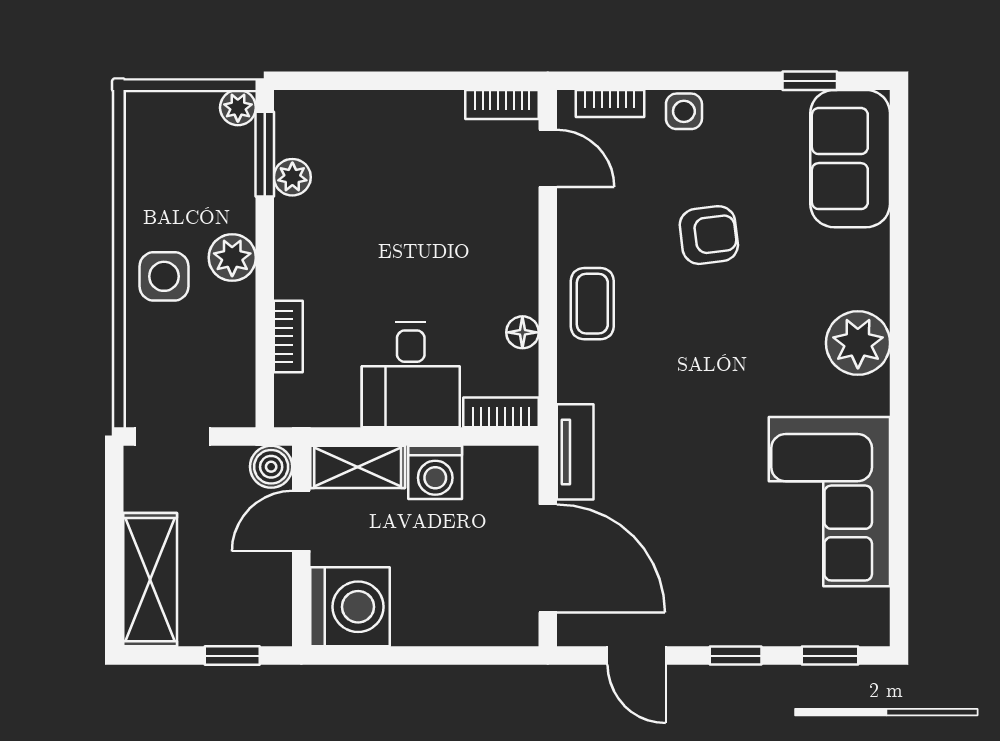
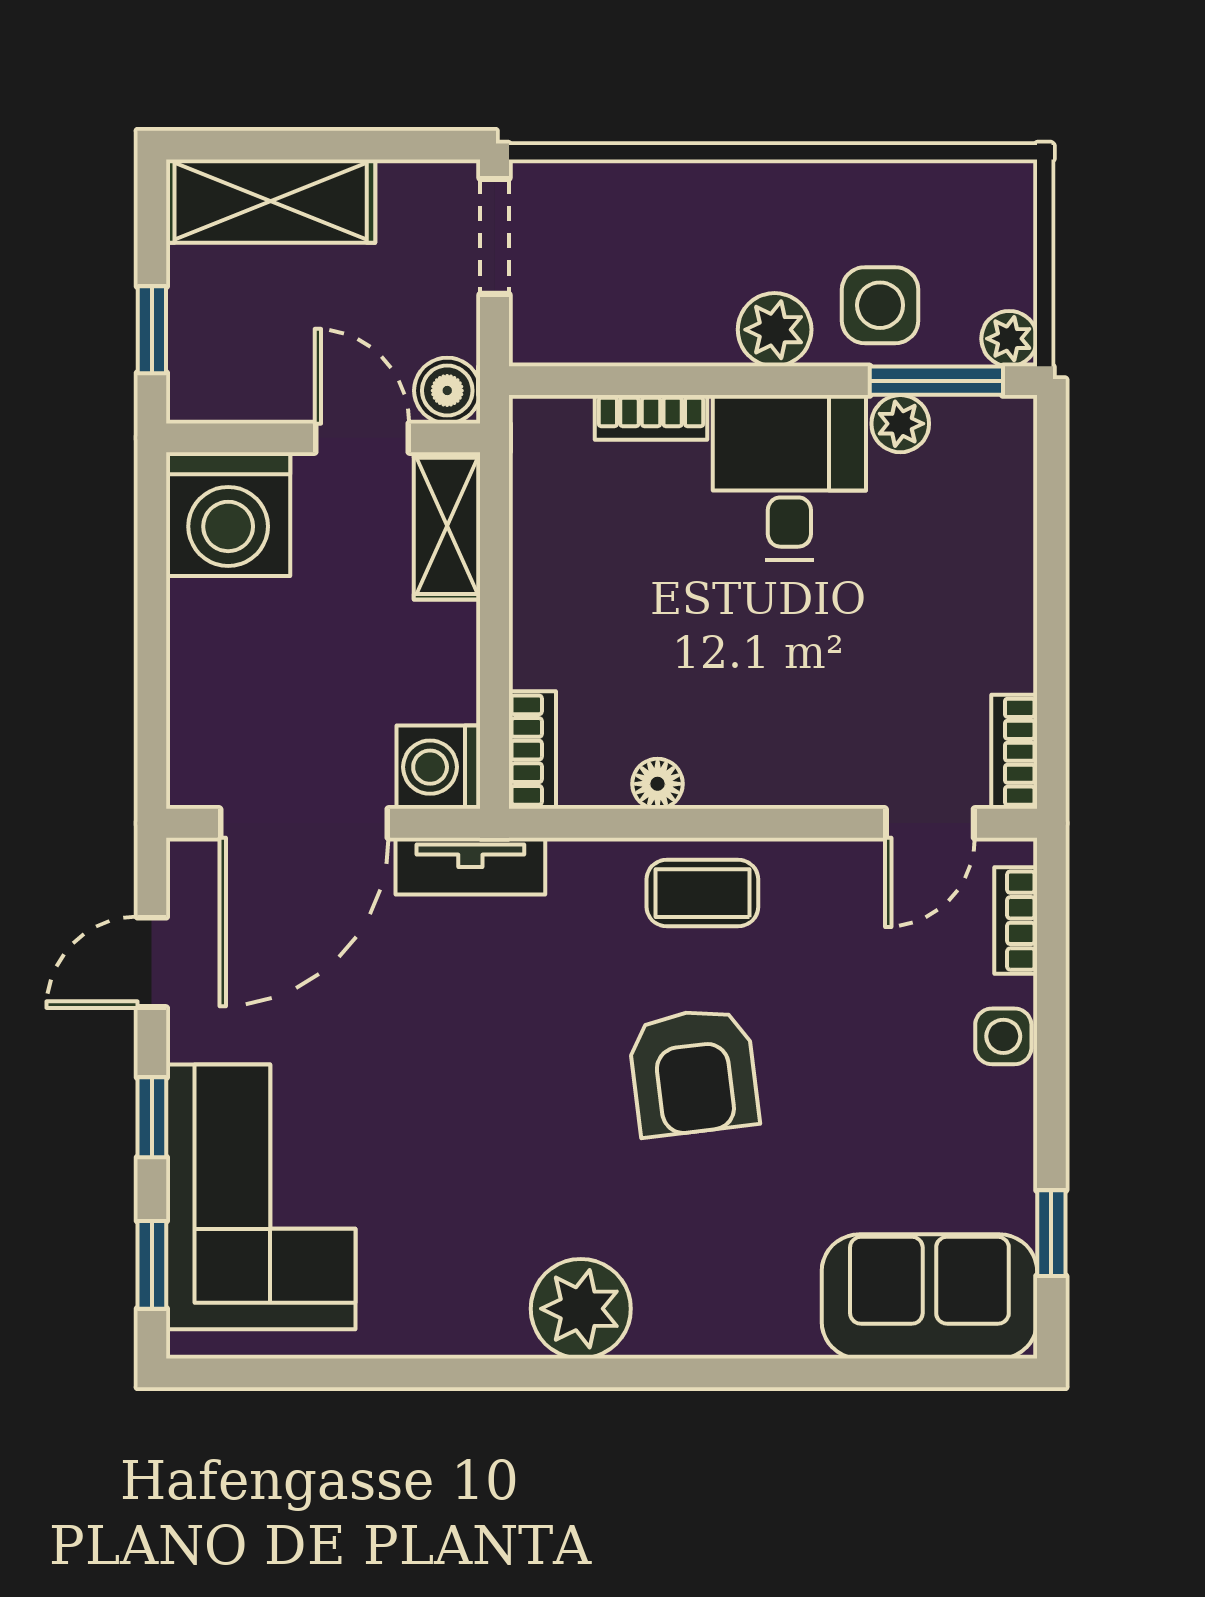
armchair: (709, 235) -> (693, 1072), moved, width x1.38, depth x1.38
side table: (164, 276) -> (880, 305), moved
plant: (858, 343) -> (581, 1309), moved
desk: (411, 375) -> (789, 477), moved, turned 90
washing machine: (435, 472) -> (438, 767), moved
corner sofa: (829, 502) -> (261, 1197), moved, turned 90

